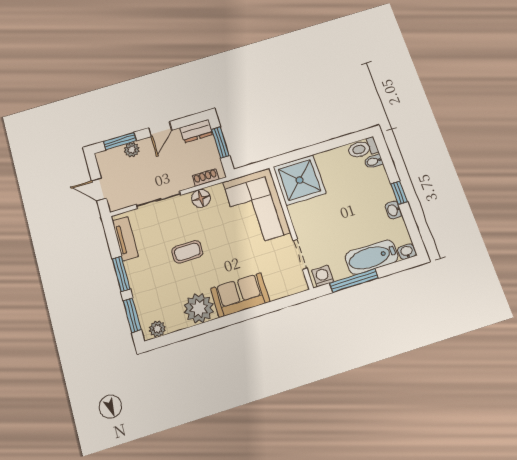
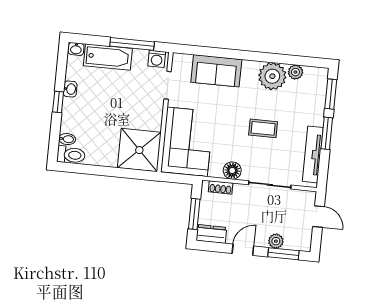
tv unit: (125, 239) -> (313, 154), width x1.41
sofa: (240, 295) -> (216, 71), moved
plant: (157, 329) -> (295, 72), moved

